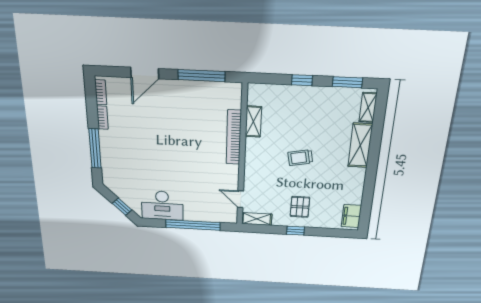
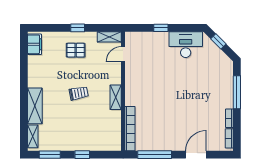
shelving: (253, 122) -> (116, 97), moved
bookcase: (234, 137) -> (130, 129), moved
door: (240, 199) -> (123, 54), swing flipped
pallet: (300, 207) -> (76, 50), turned 90
window: (193, 225) -> (161, 28), width x0.32

